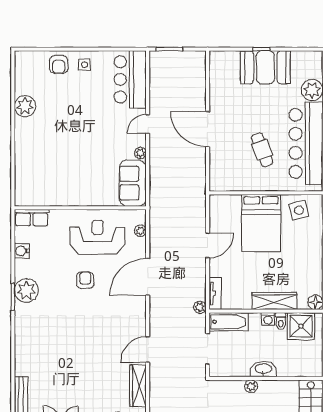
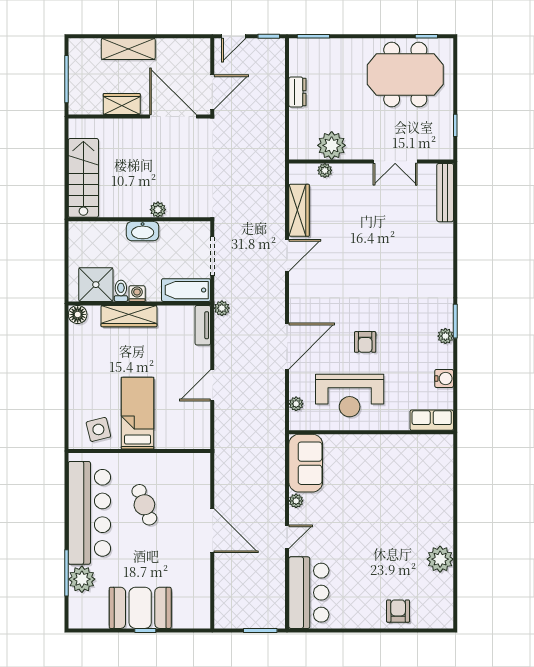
side table: (84, 65) -> (366, 611), removed
bed: (261, 223) -> (138, 413), width x0.67
plant: (26, 290) -> (445, 336), width x0.53, depth x0.53

